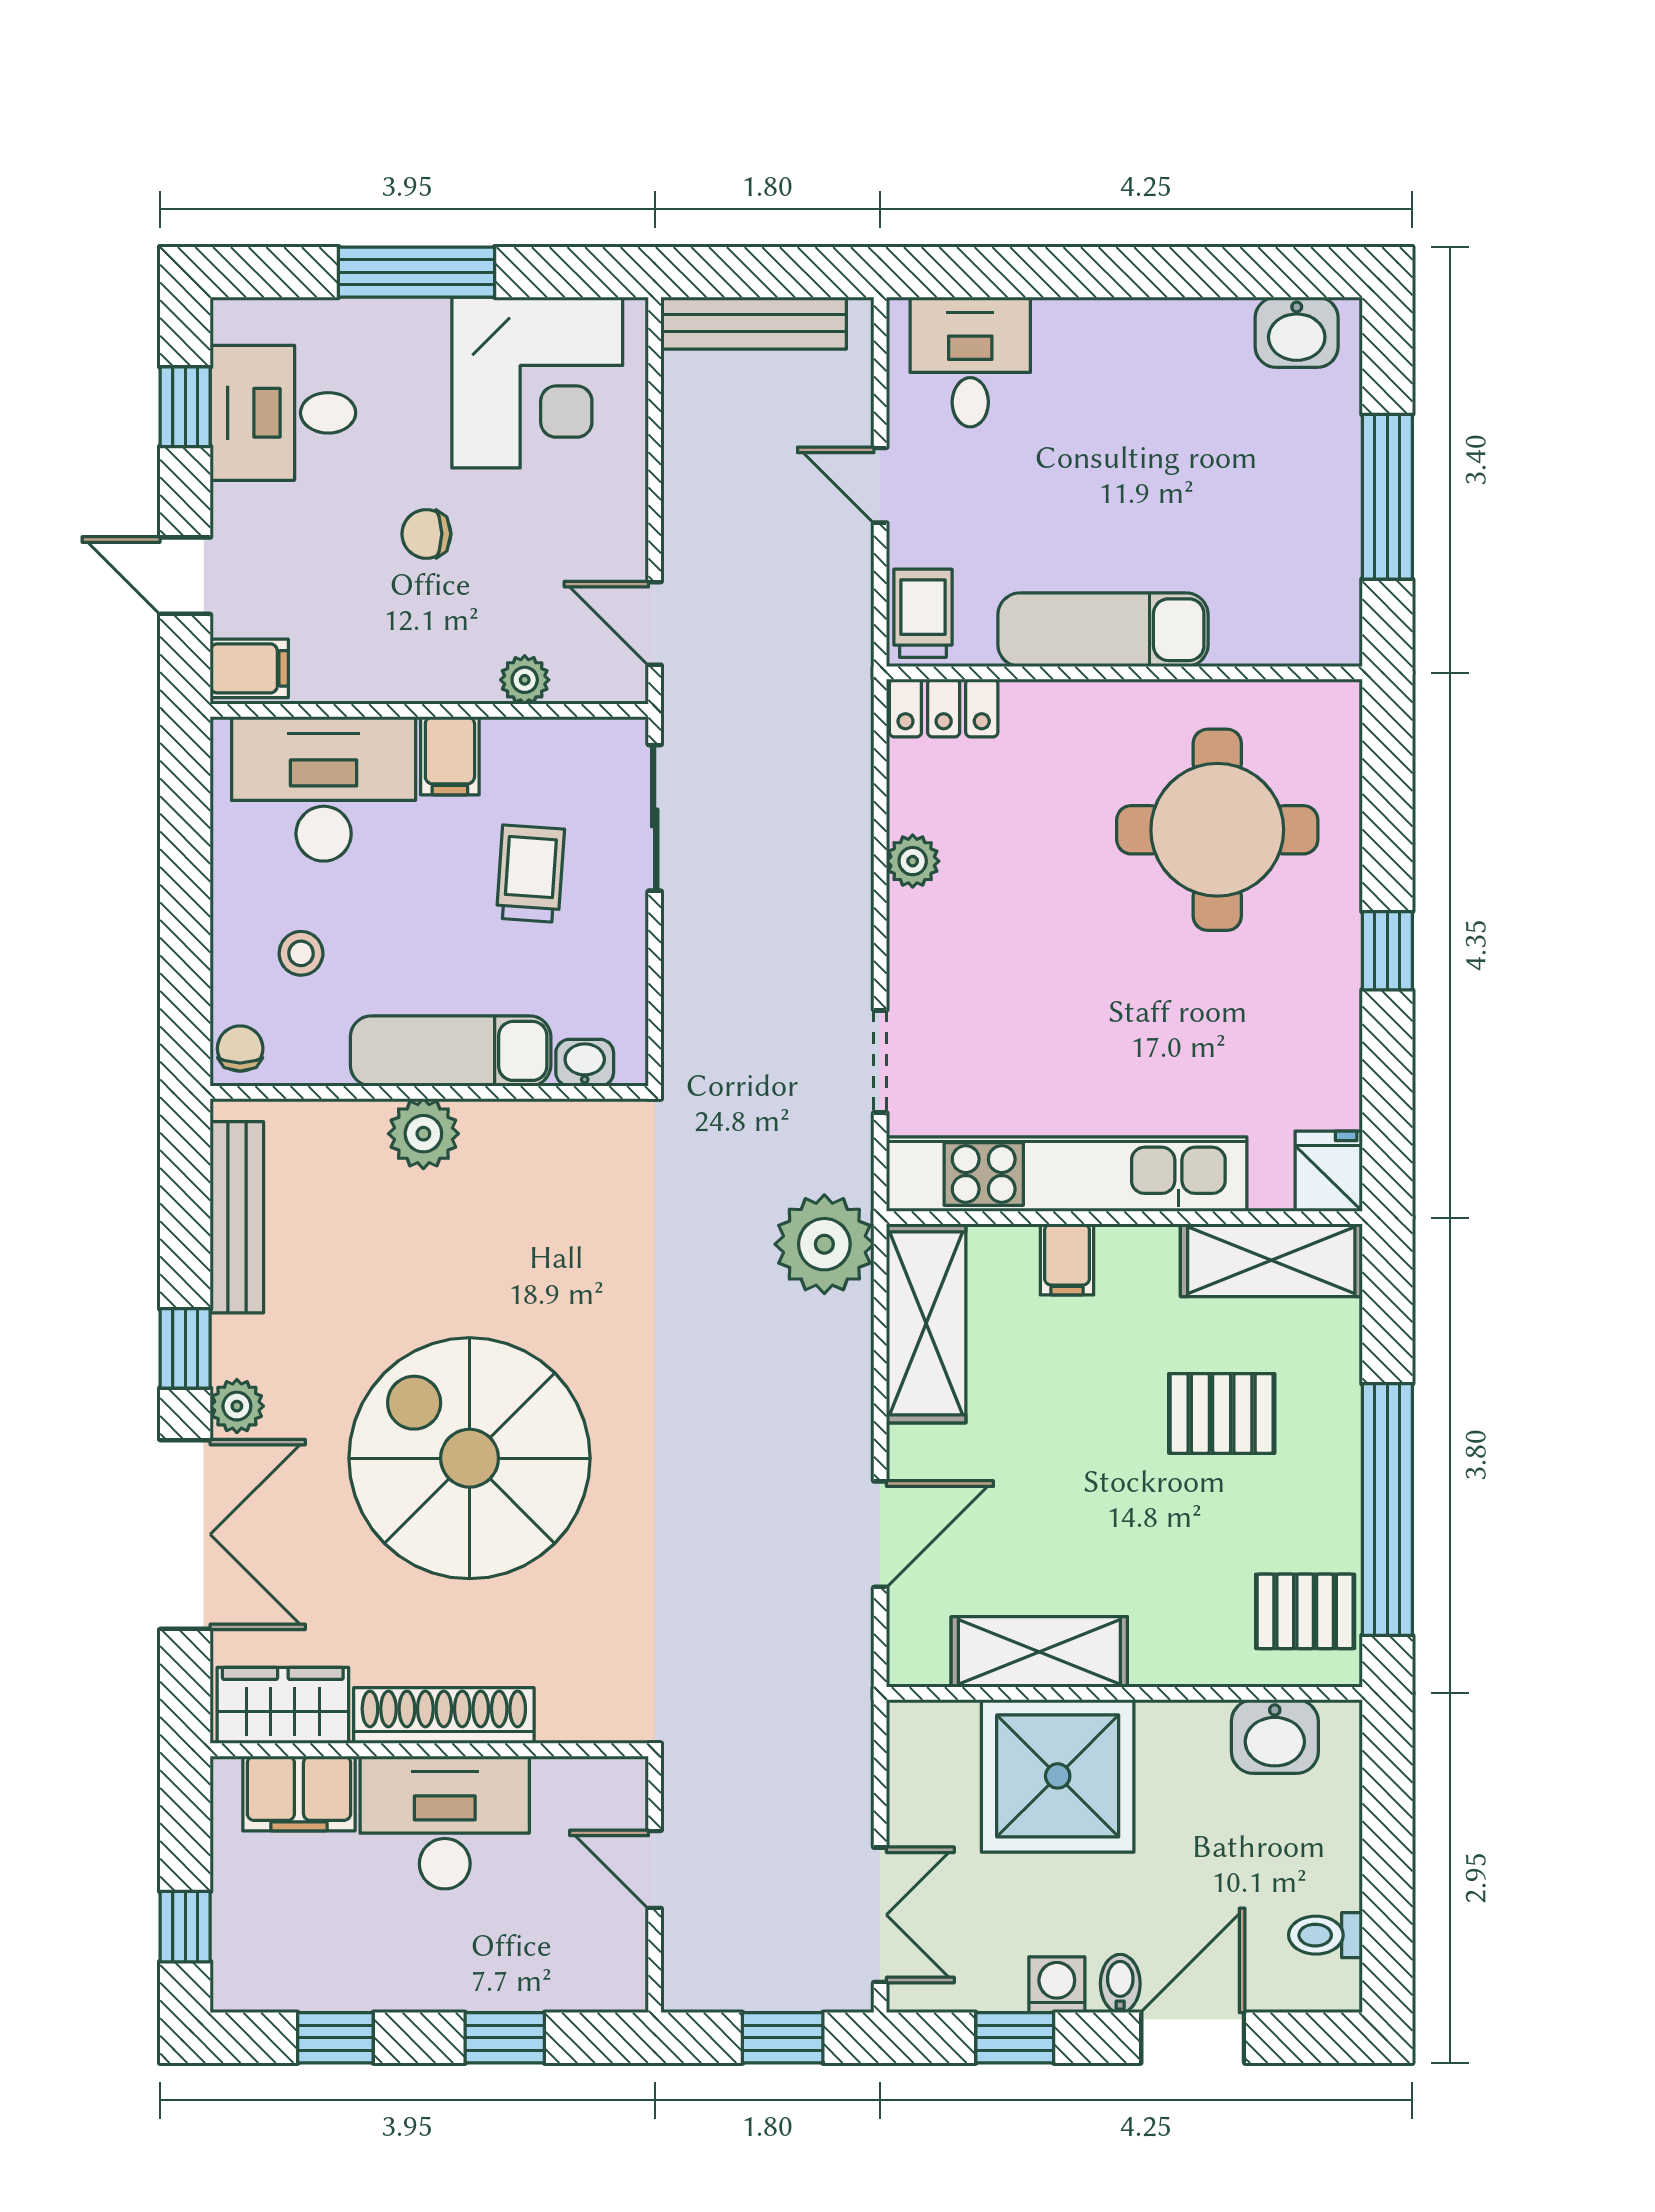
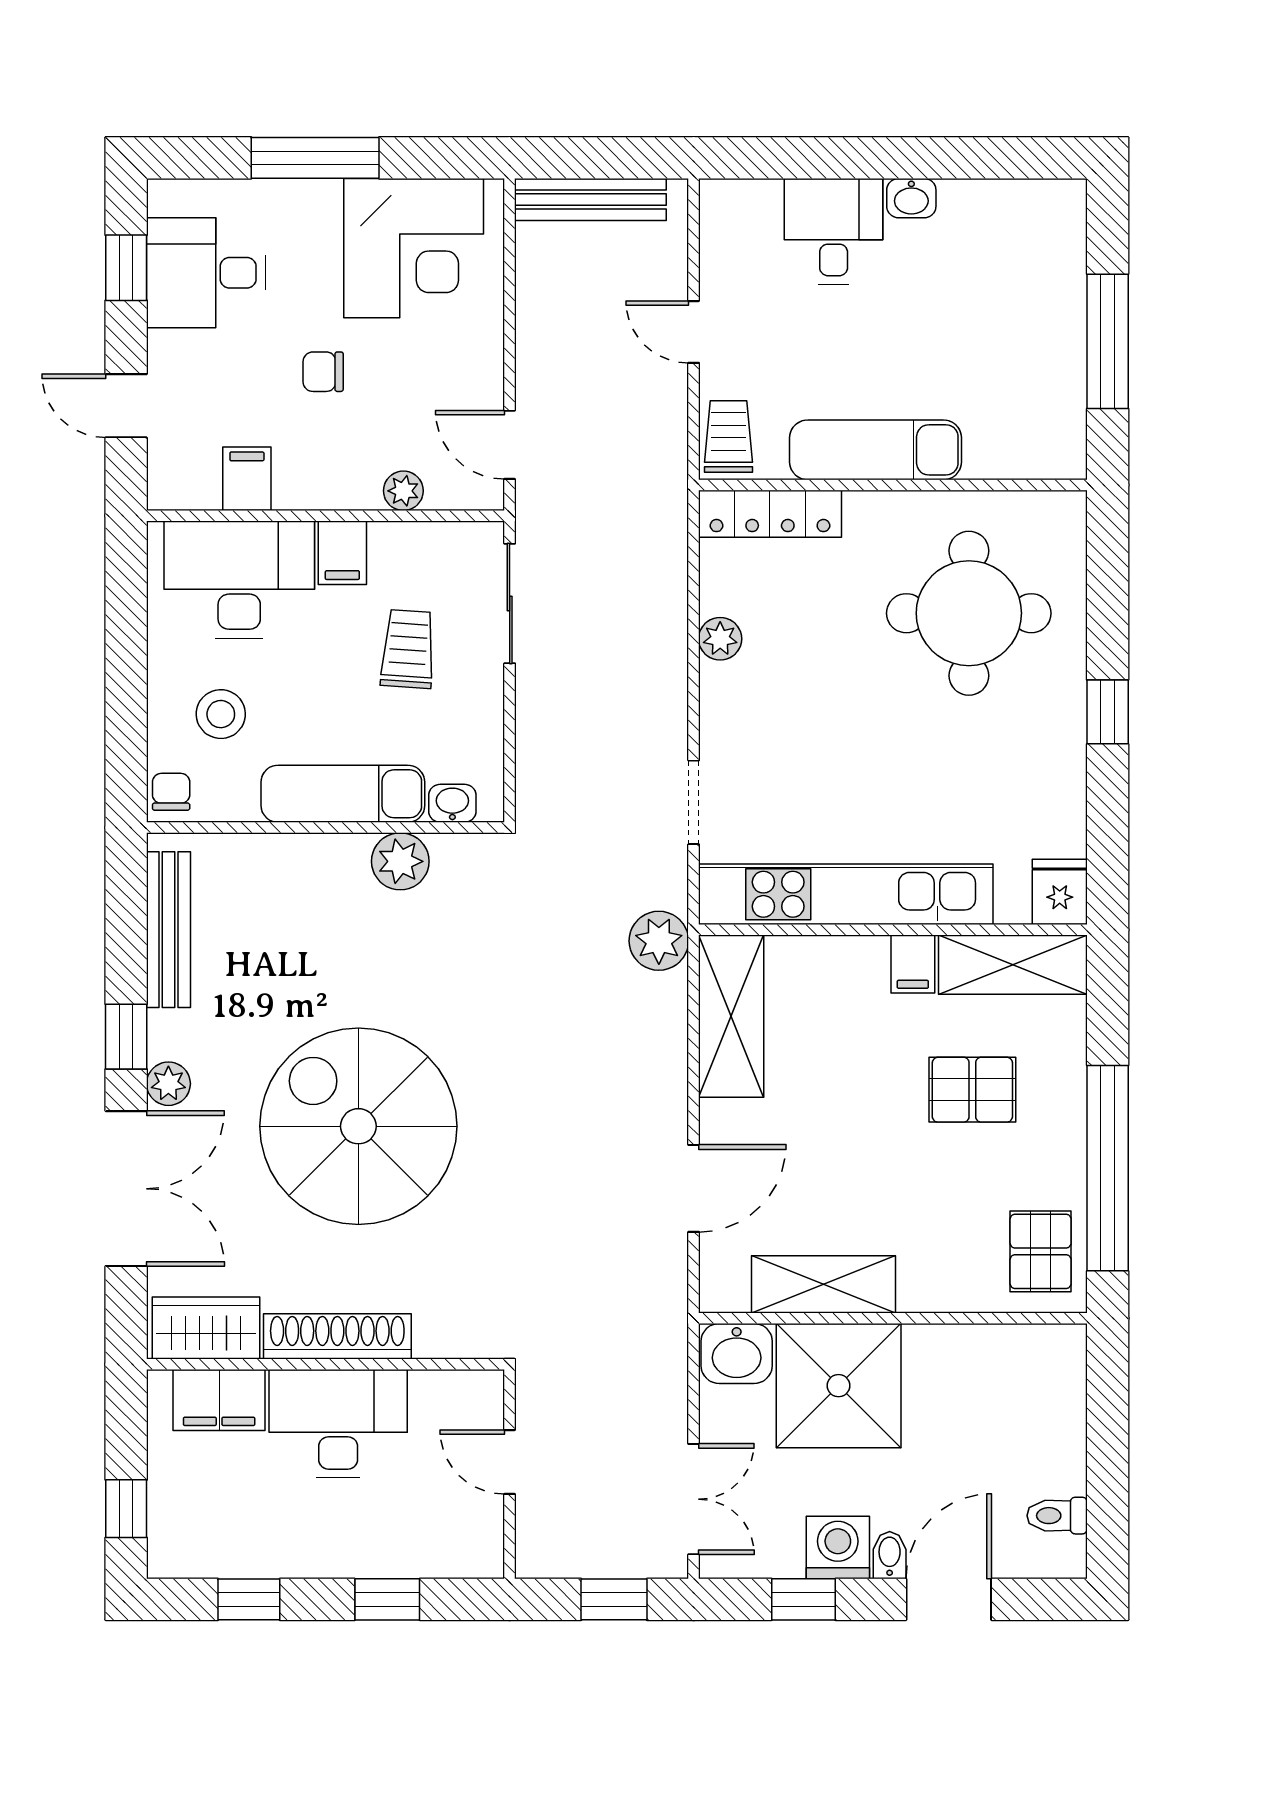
washbasin: (1297, 332) -> (911, 198), moved, width x0.72, depth x0.69
desk: (970, 362) -> (834, 231), moved
filing cabinet: (249, 668) -> (247, 479), moved, turned -90
locker: (944, 708) -> (770, 514), width x1.53
stool: (301, 953) -> (221, 714), width x1.37, depth x1.37
plant: (423, 1134) -> (400, 861), moved
plant: (824, 1244) -> (659, 941), width x0.73, depth x0.73
filing cabinet: (1067, 1259) -> (913, 964), moved
pallet: (1305, 1611) -> (1041, 1251), turned 90
washbasin: (1275, 1737) -> (737, 1353), moved
washing machine: (1057, 1985) -> (838, 1548), width x1.38, depth x1.38

